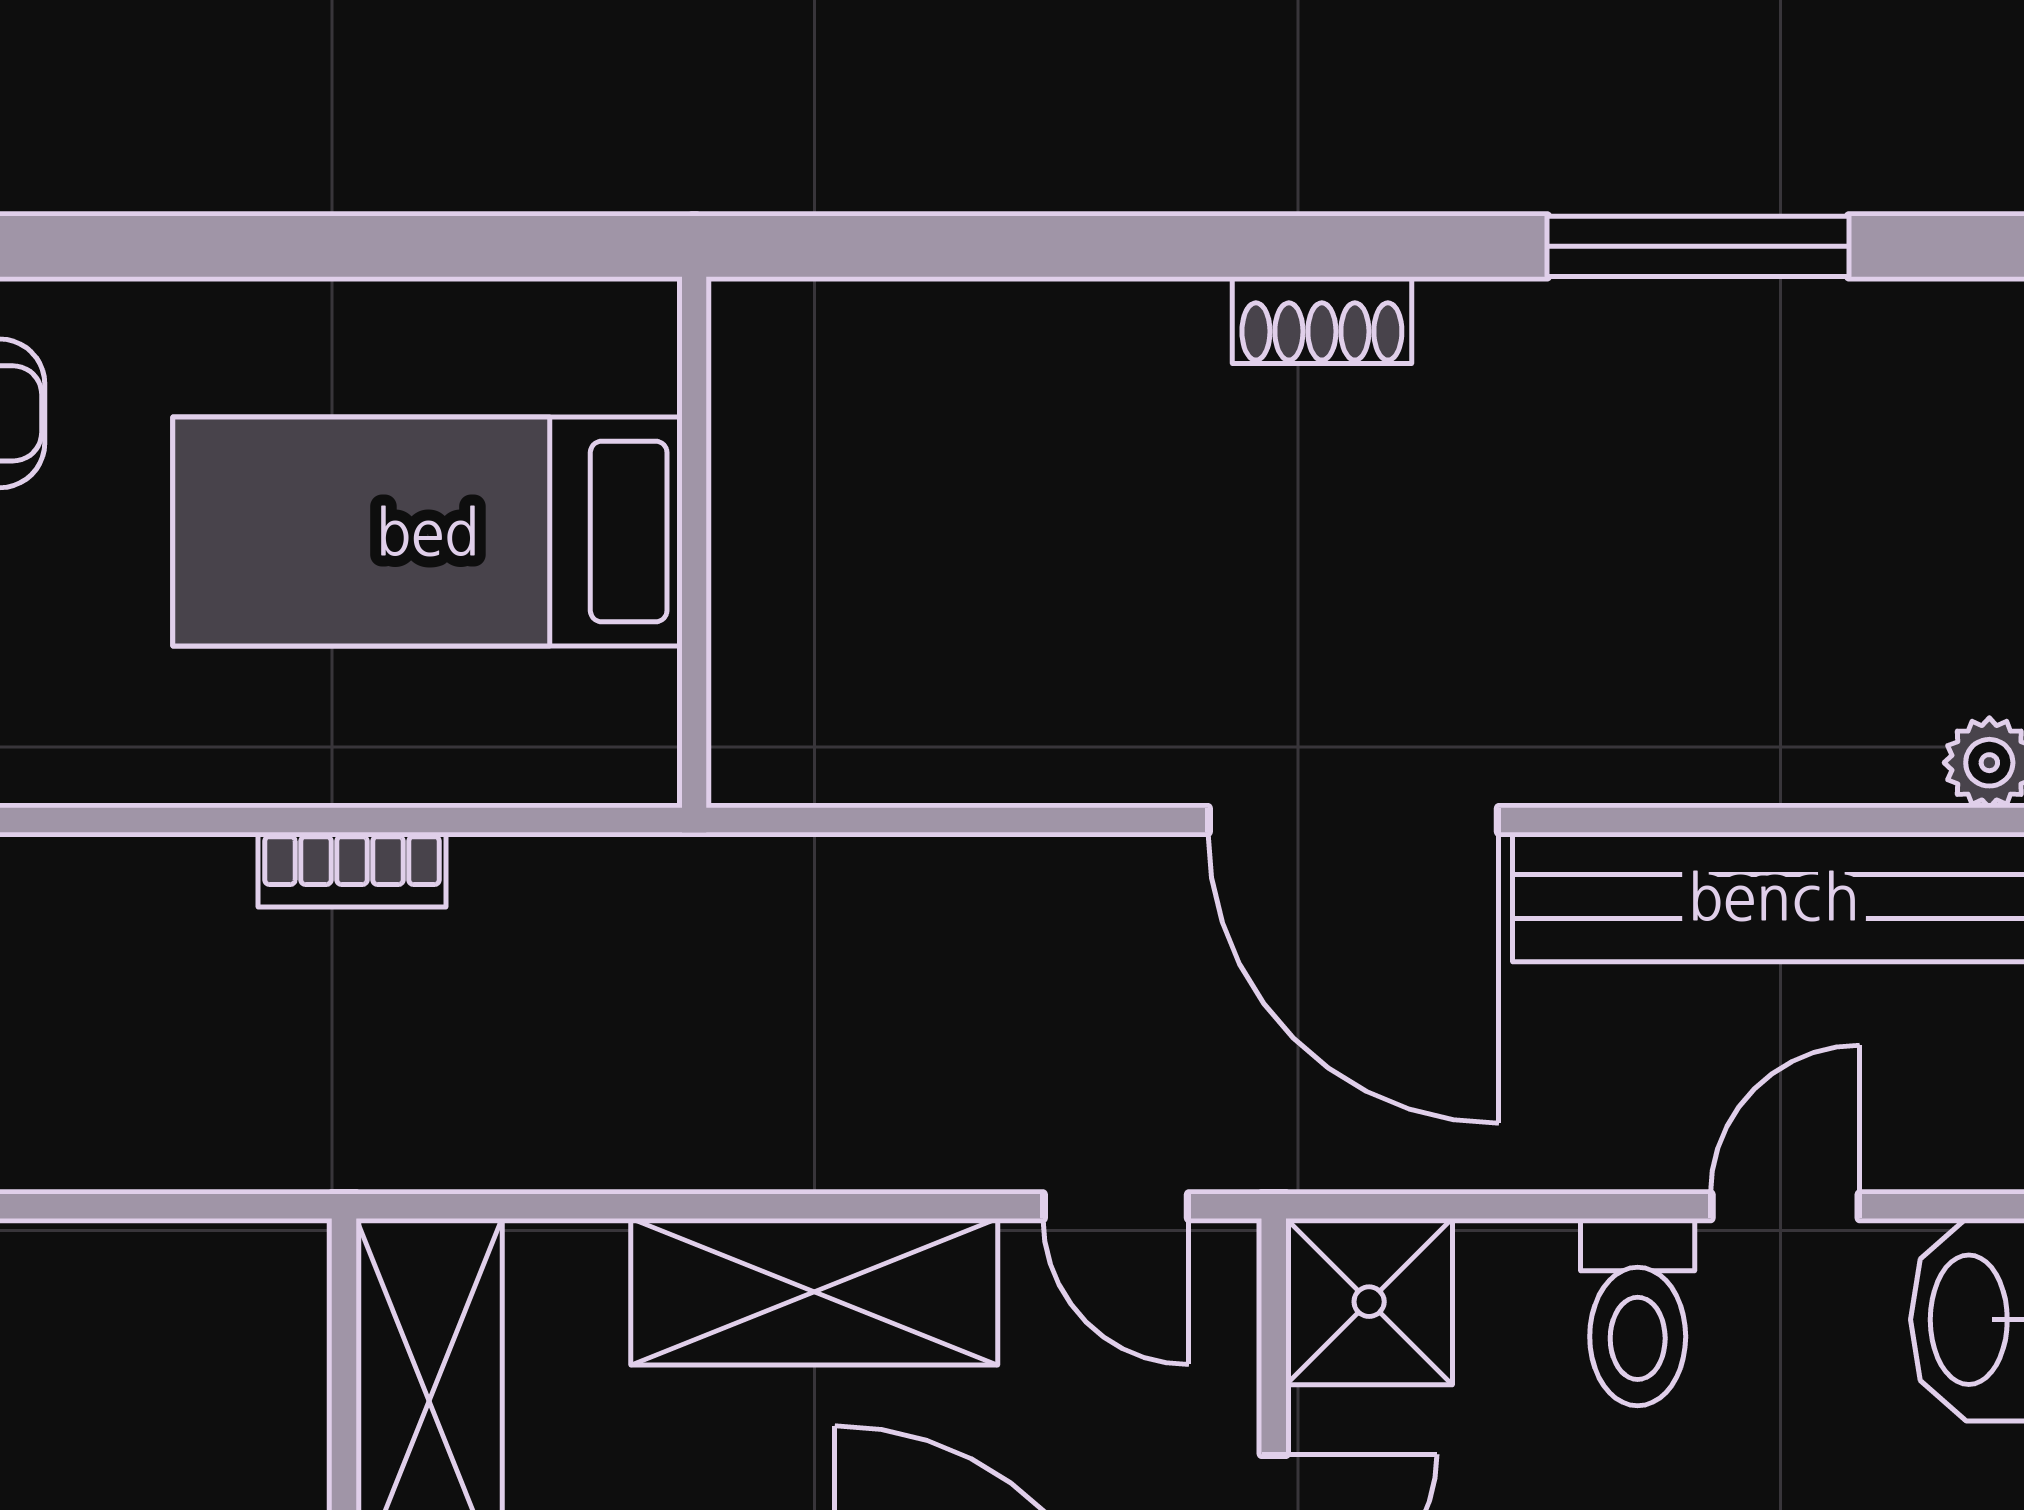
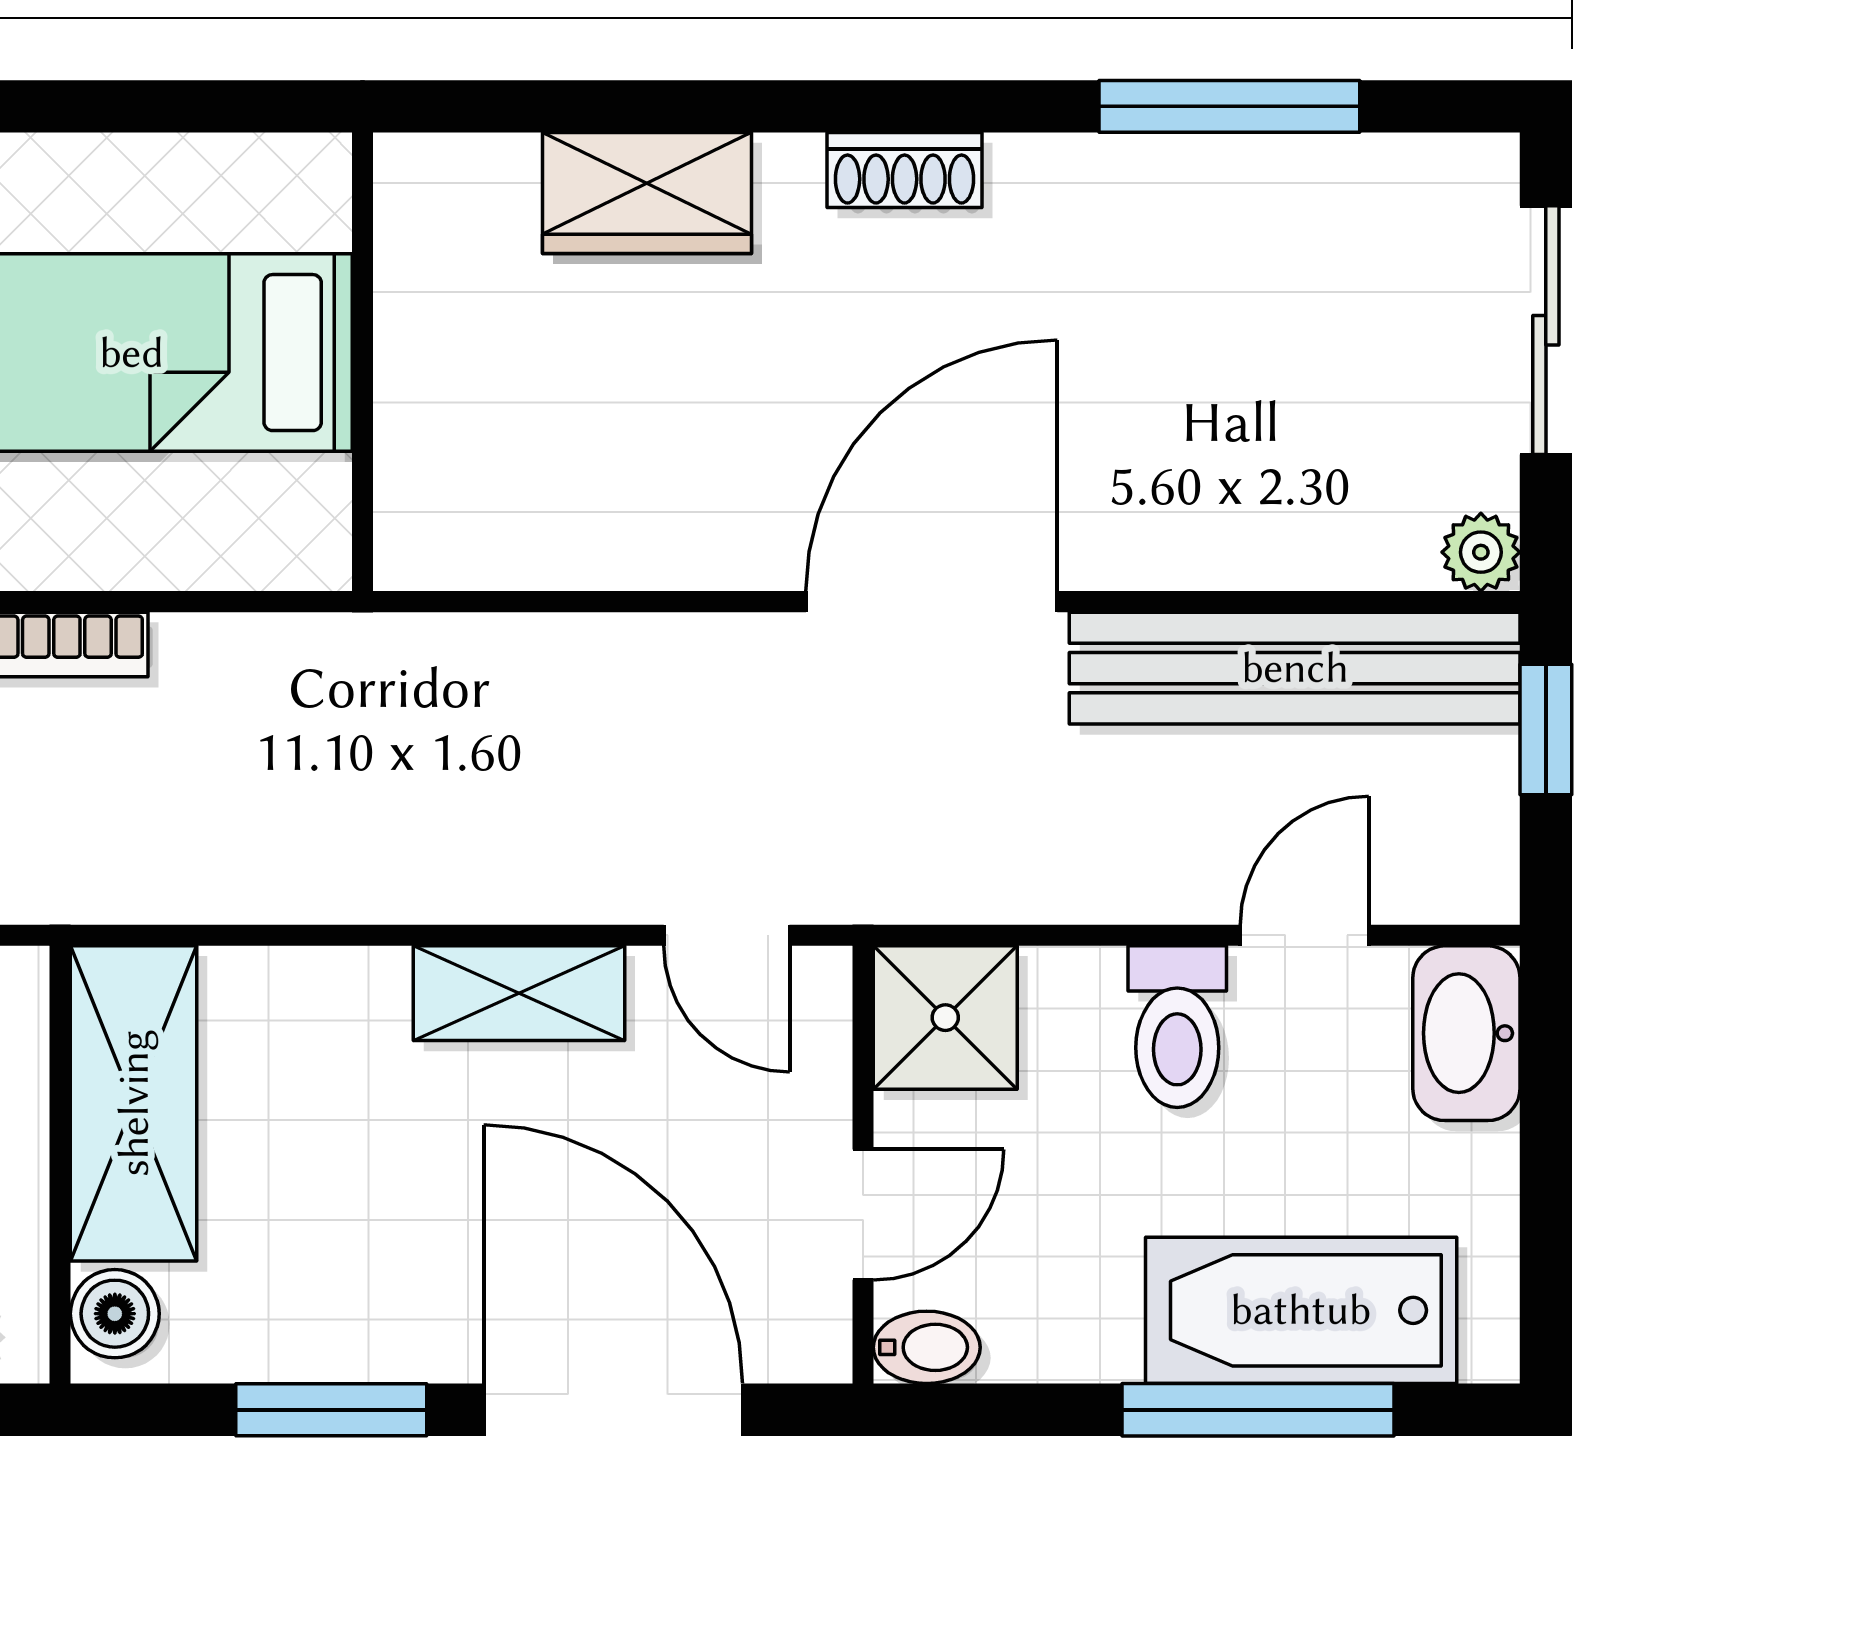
wardrobe: (1024, 347) -> (647, 193), added
door: (1353, 820) -> (932, 602), swing flipped
shelving: (814, 1292) -> (519, 993), width x0.67, depth x0.75

